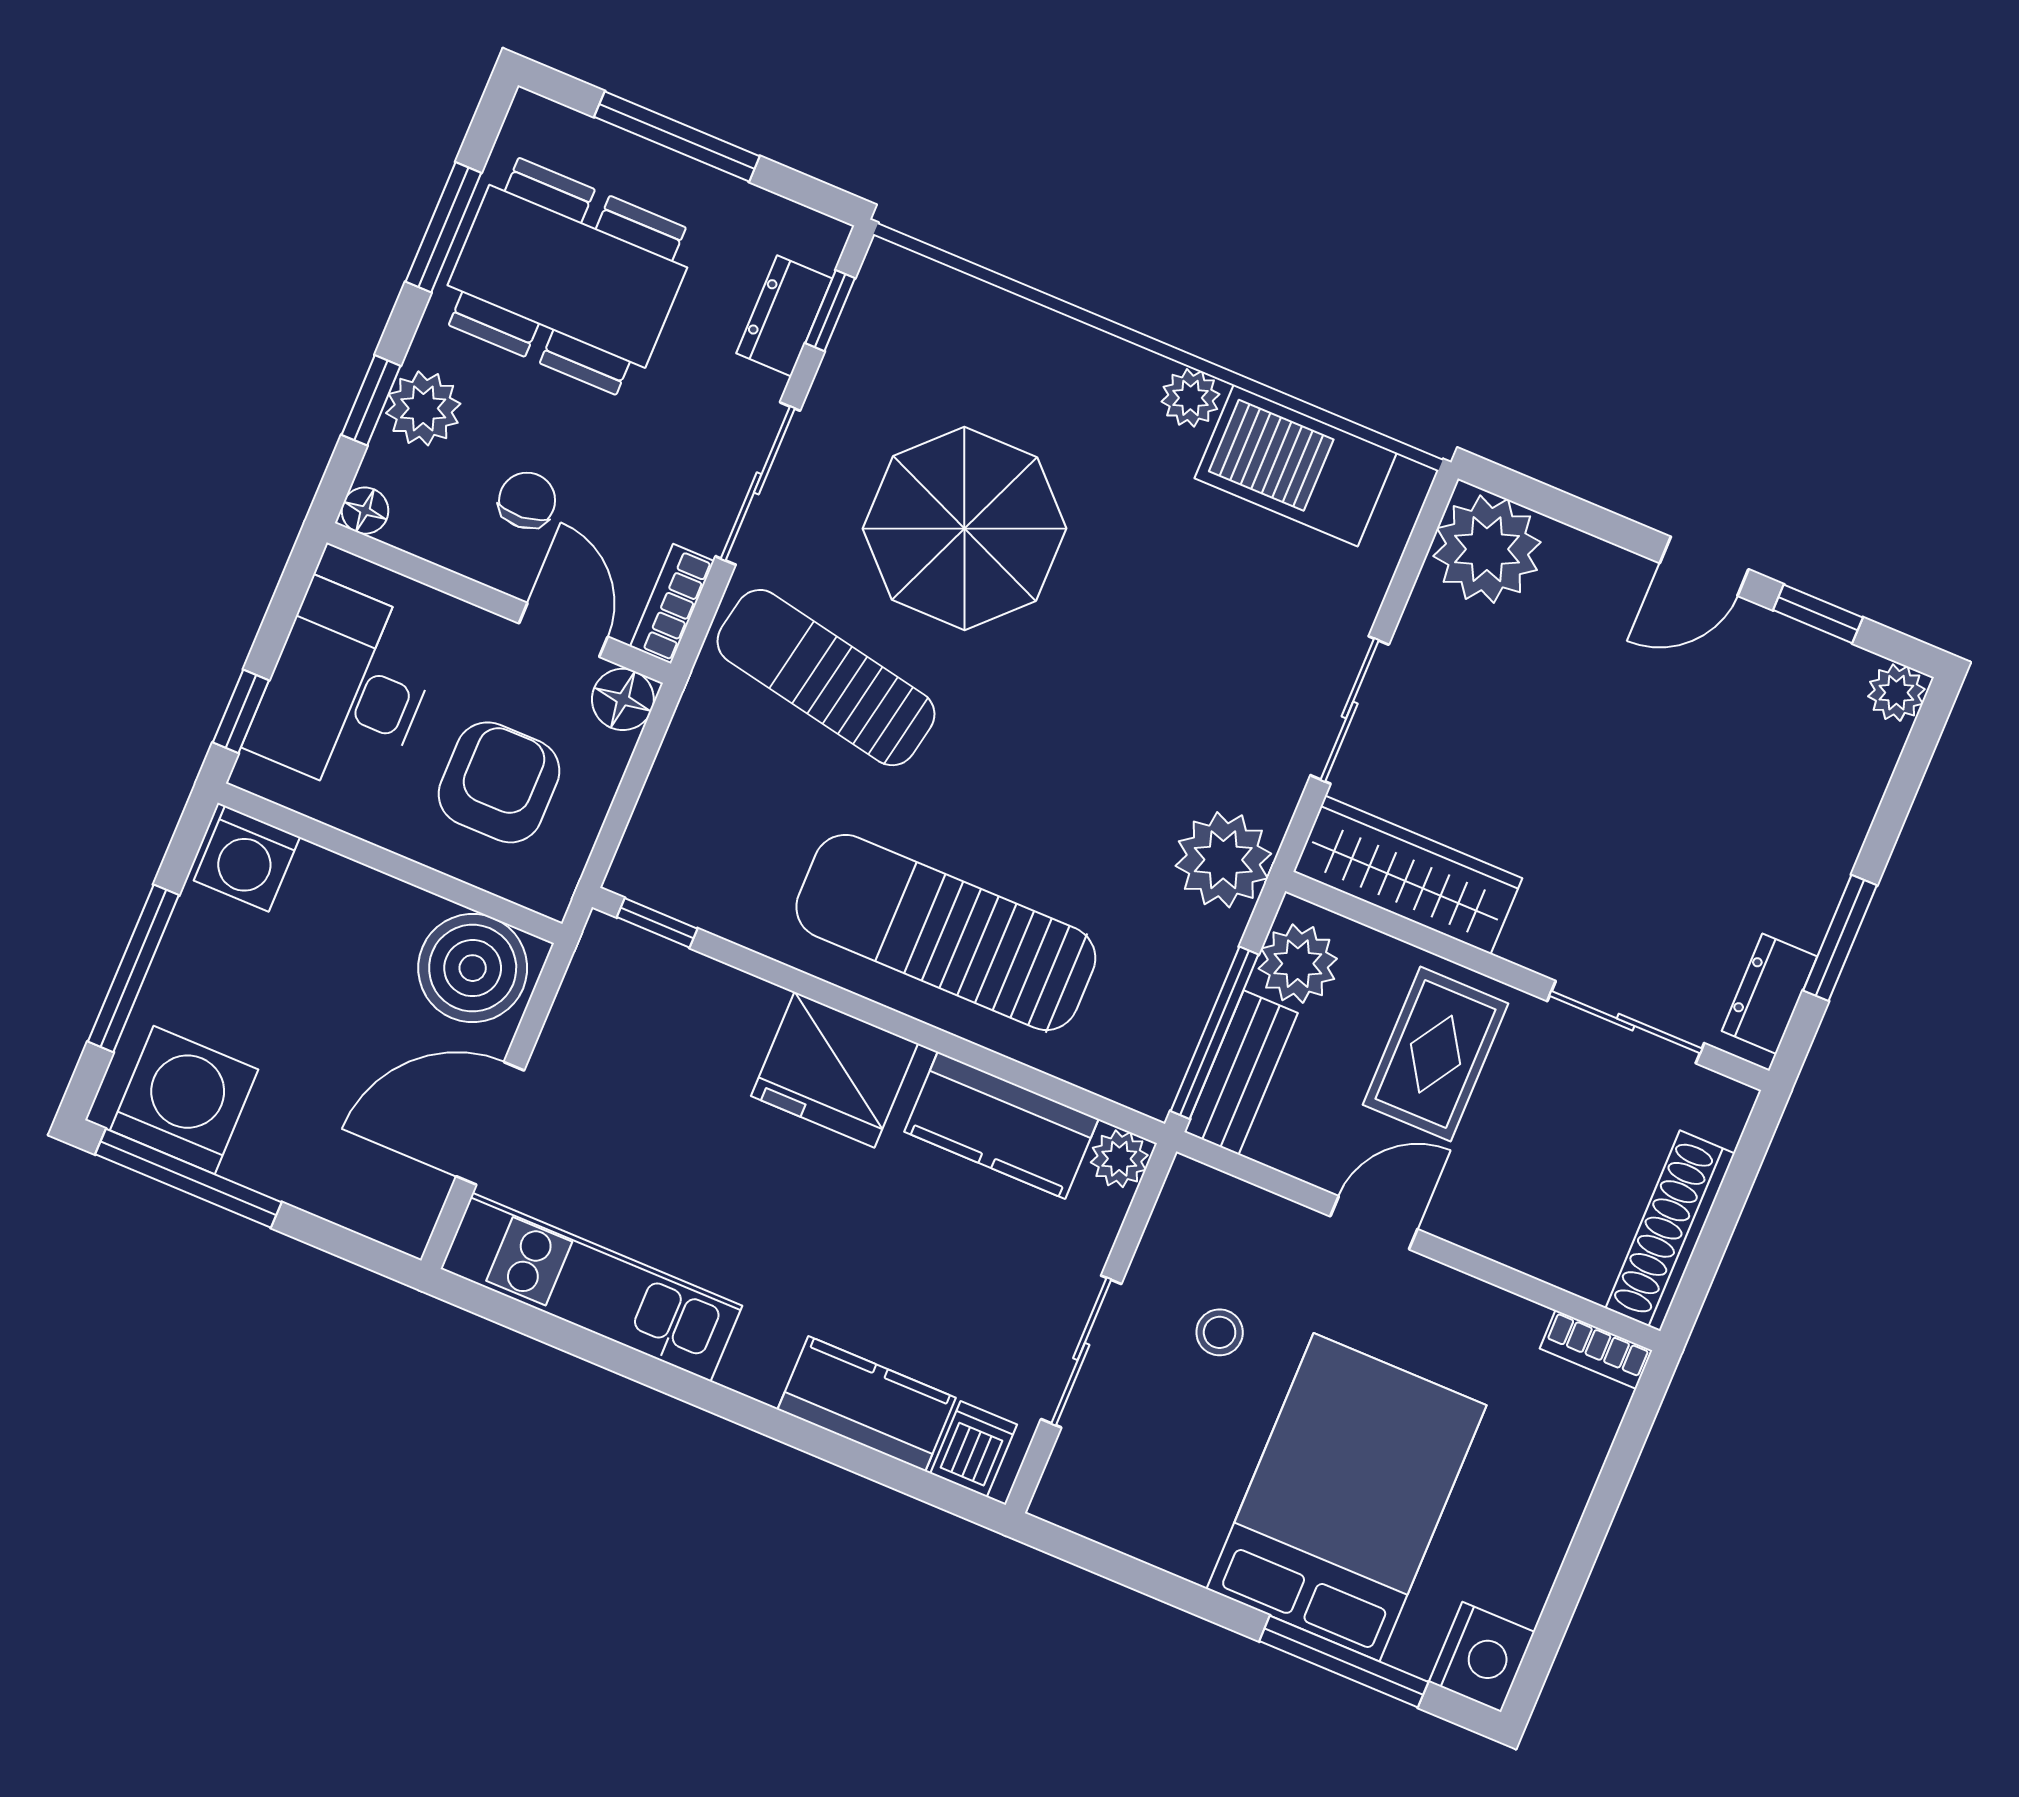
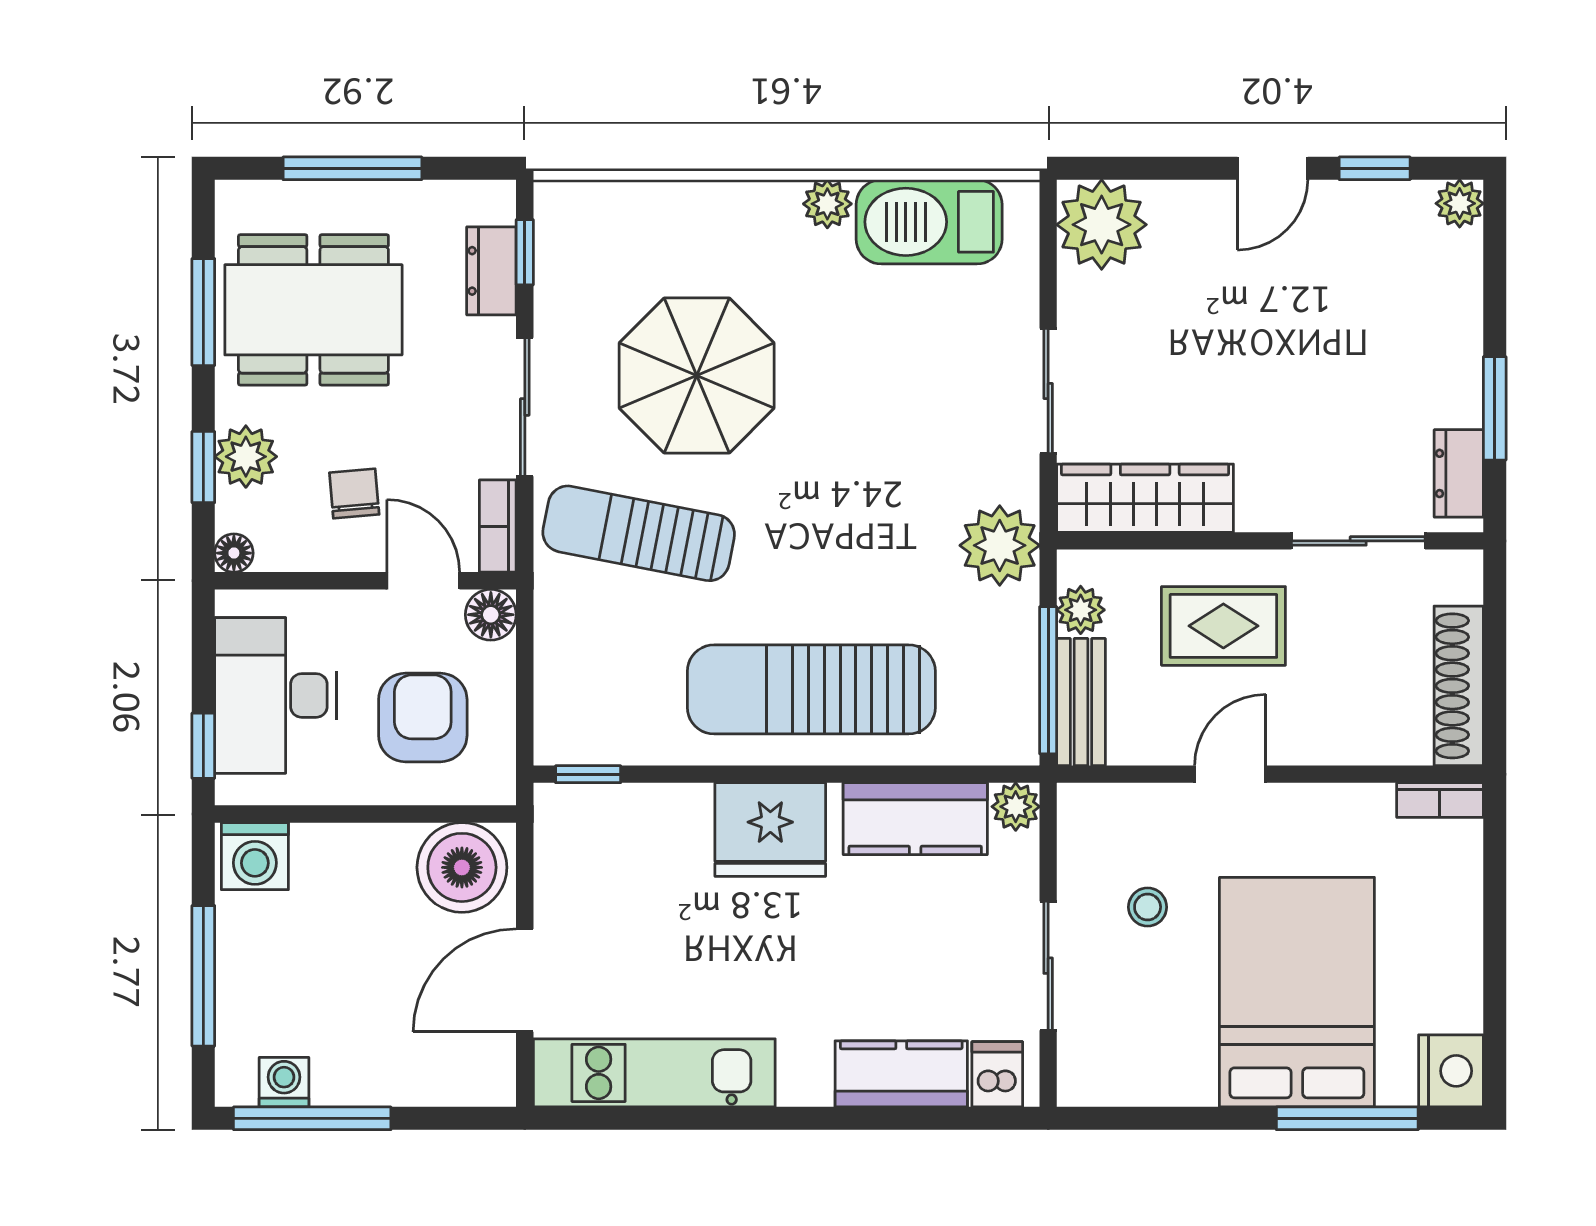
plant: (1298, 964) -> (1081, 610), width x0.73, depth x0.73
rug: (1436, 1054) -> (1223, 626), turned 90
washing machine: (184, 1100) -> (284, 1082), width x0.53, depth x0.53

